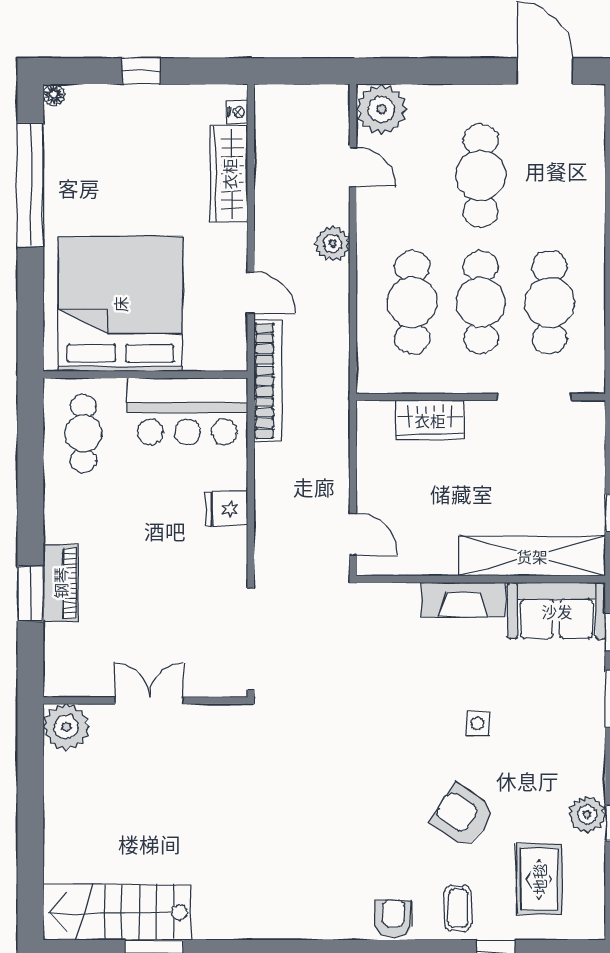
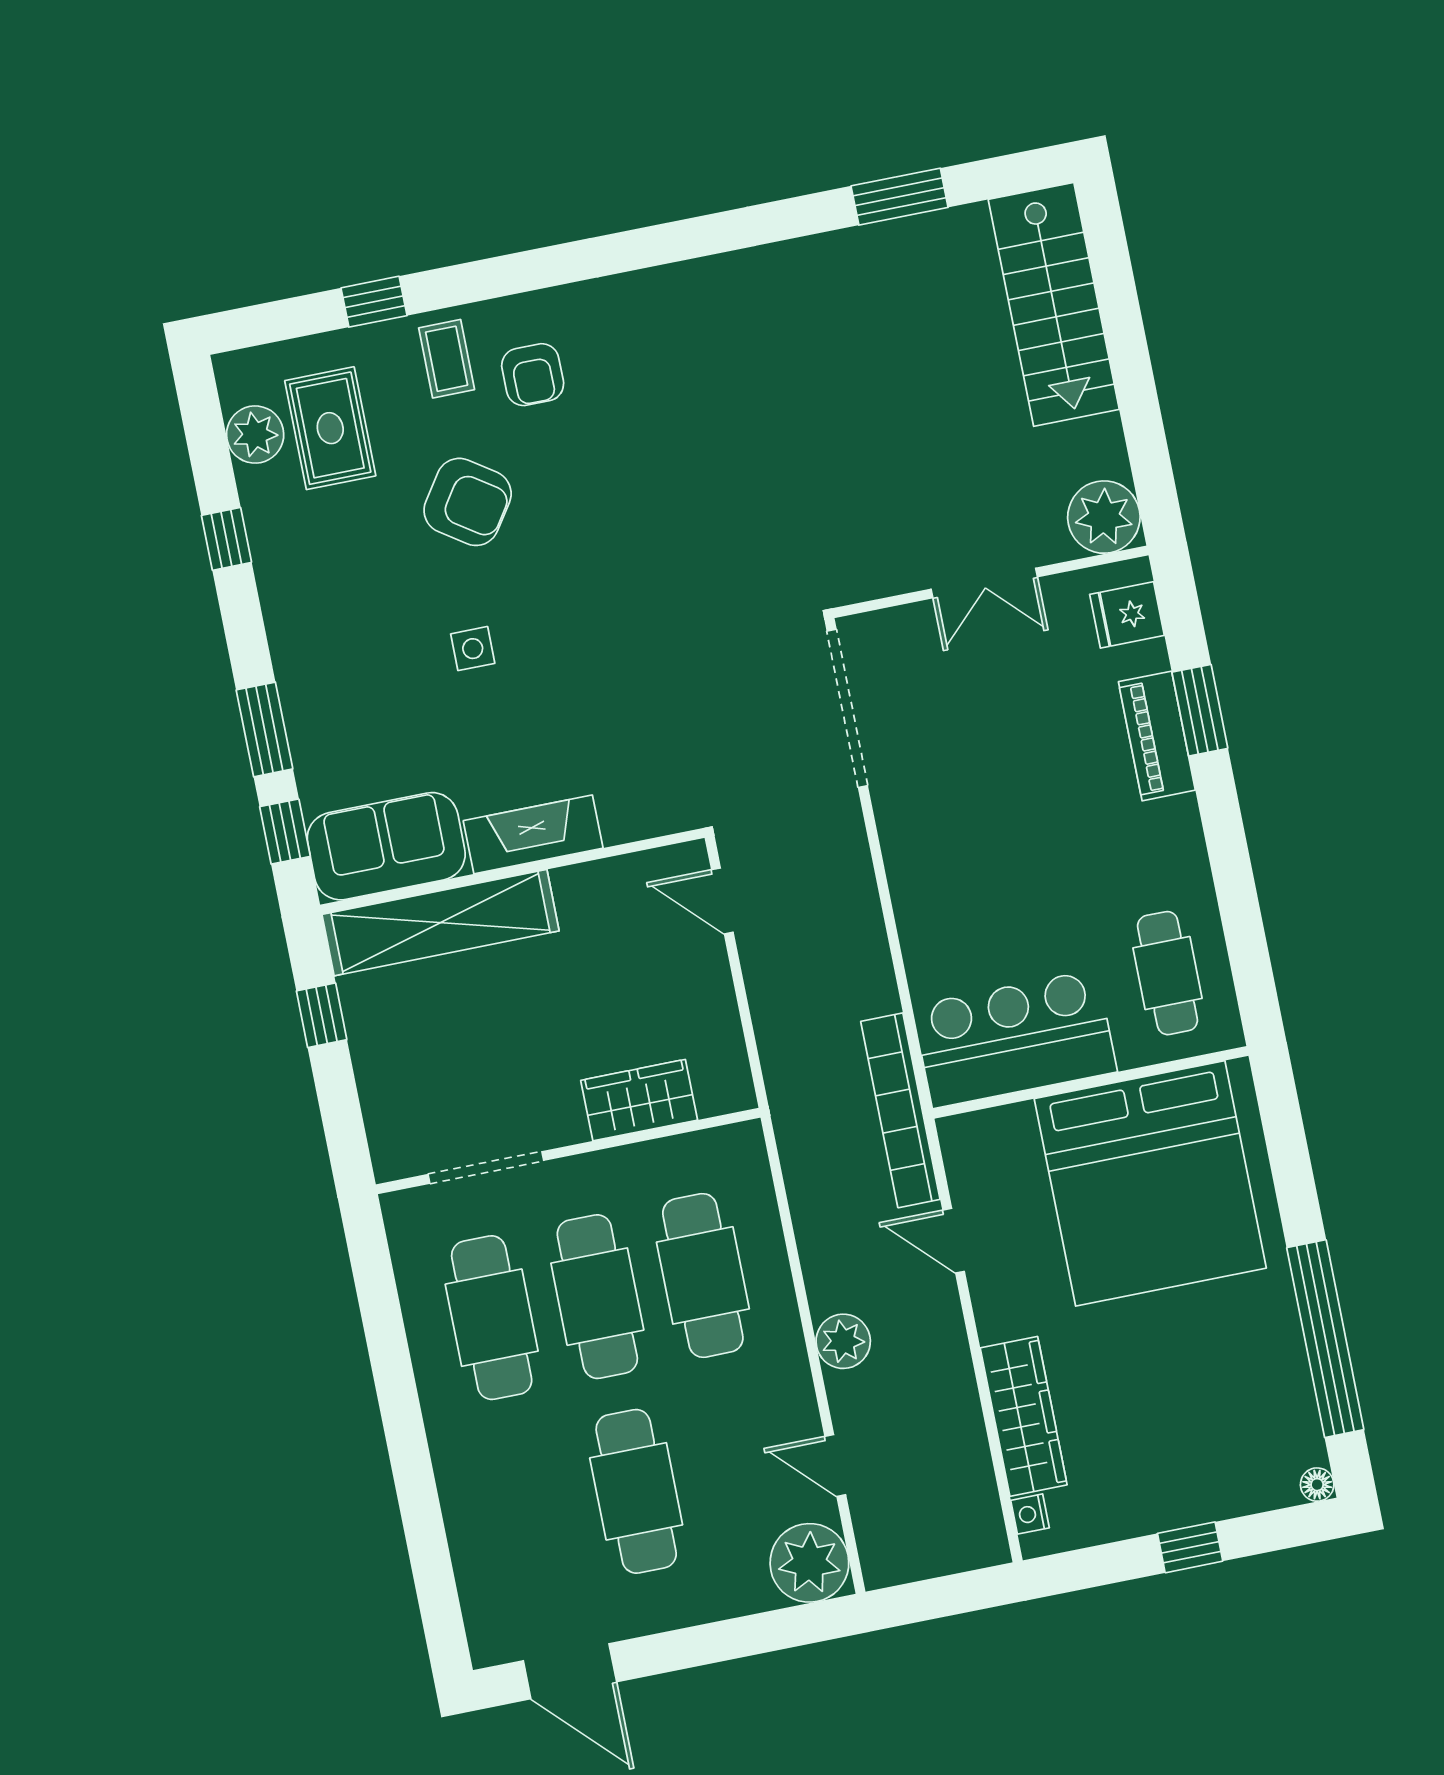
fridge: (227, 509) -> (1127, 615), moved, turned 180
plant: (587, 814) -> (255, 435), moved
stairs: (117, 912) -> (1054, 304), moved, turned 90
armchair: (393, 919) -> (533, 375), moved

